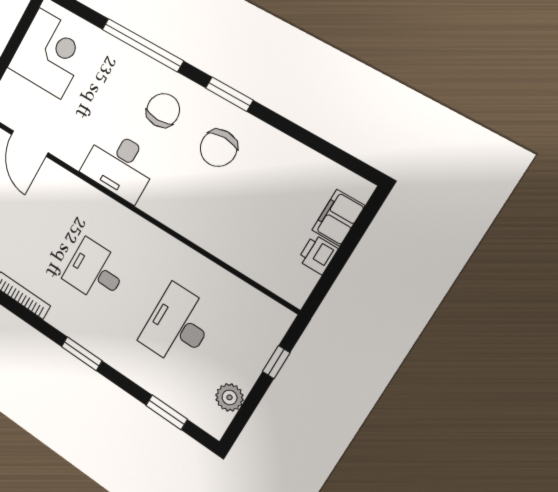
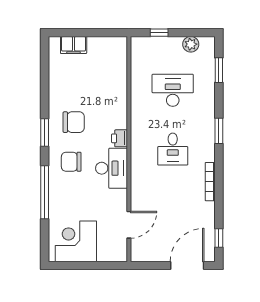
printer: (318, 254) -> (120, 138), moved, turned 90
desk: (178, 326) -> (173, 90), turned 180

